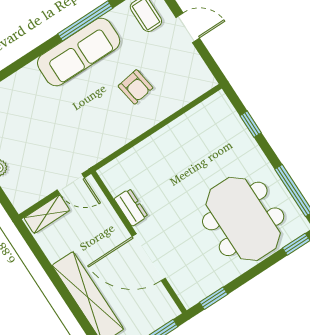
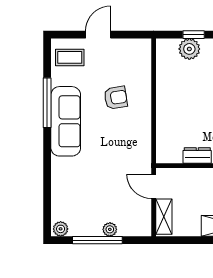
plant: (233, 129) -> (189, 49), added
door: (71, 184) -> (154, 186), swing flipped

